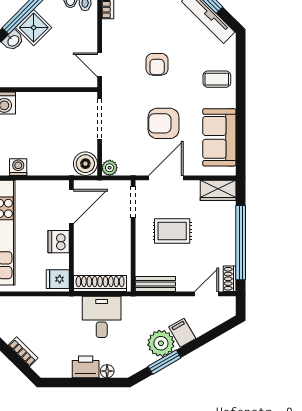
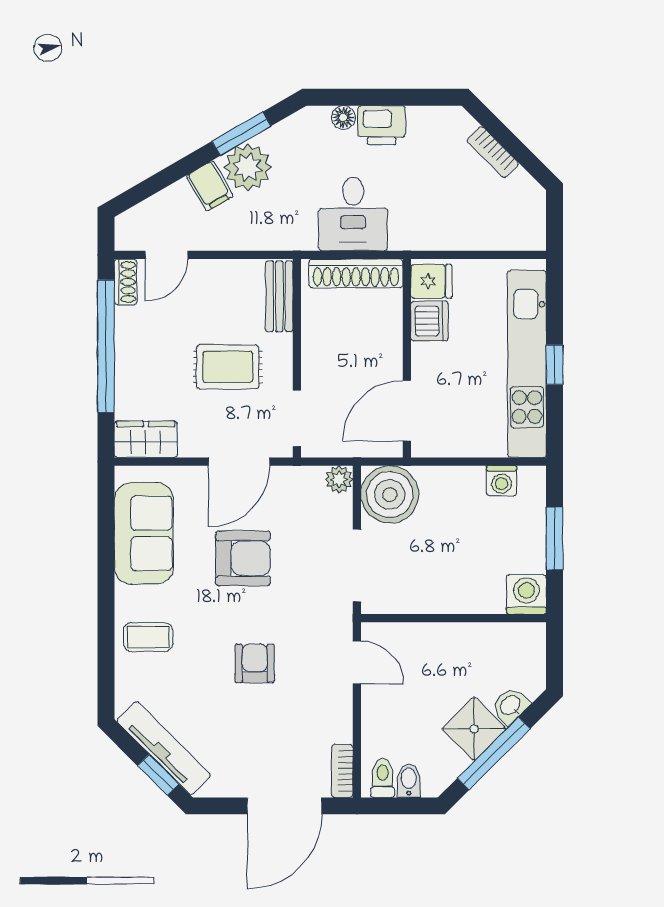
boiler: (85, 164) -> (390, 494), width x1.37, depth x1.37
dishwasher: (59, 242) -> (430, 321), moved
bench: (155, 284) -> (279, 296), moved, turned 90

